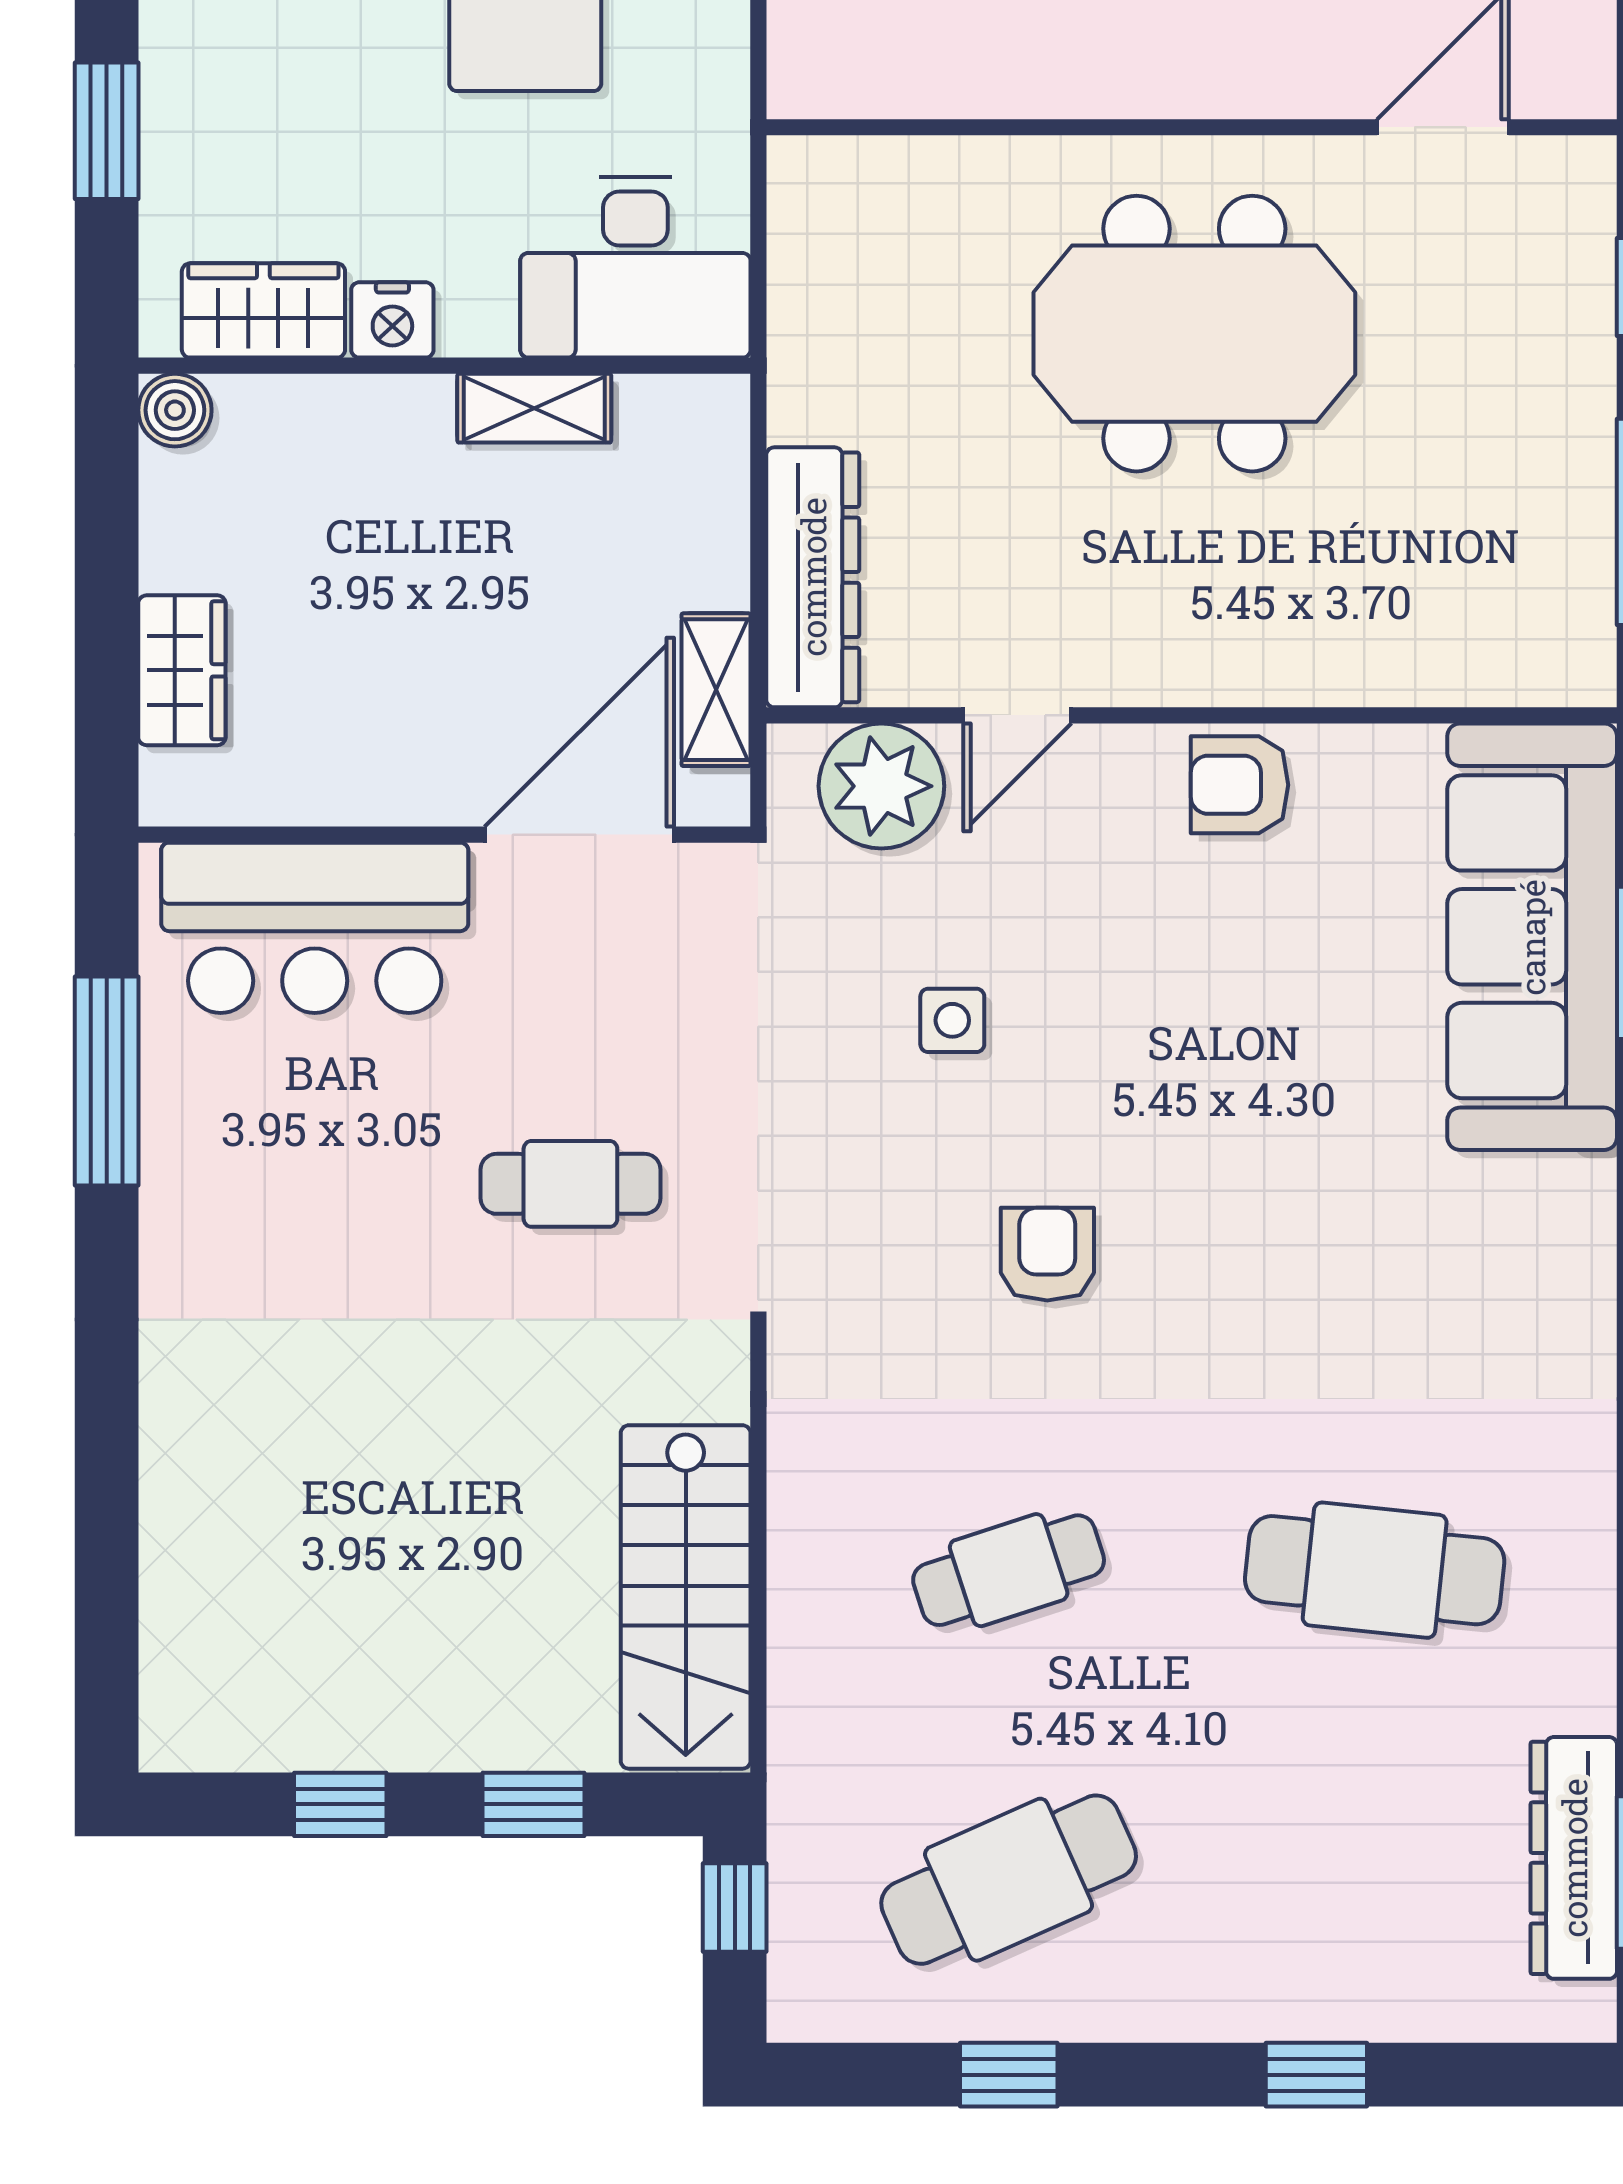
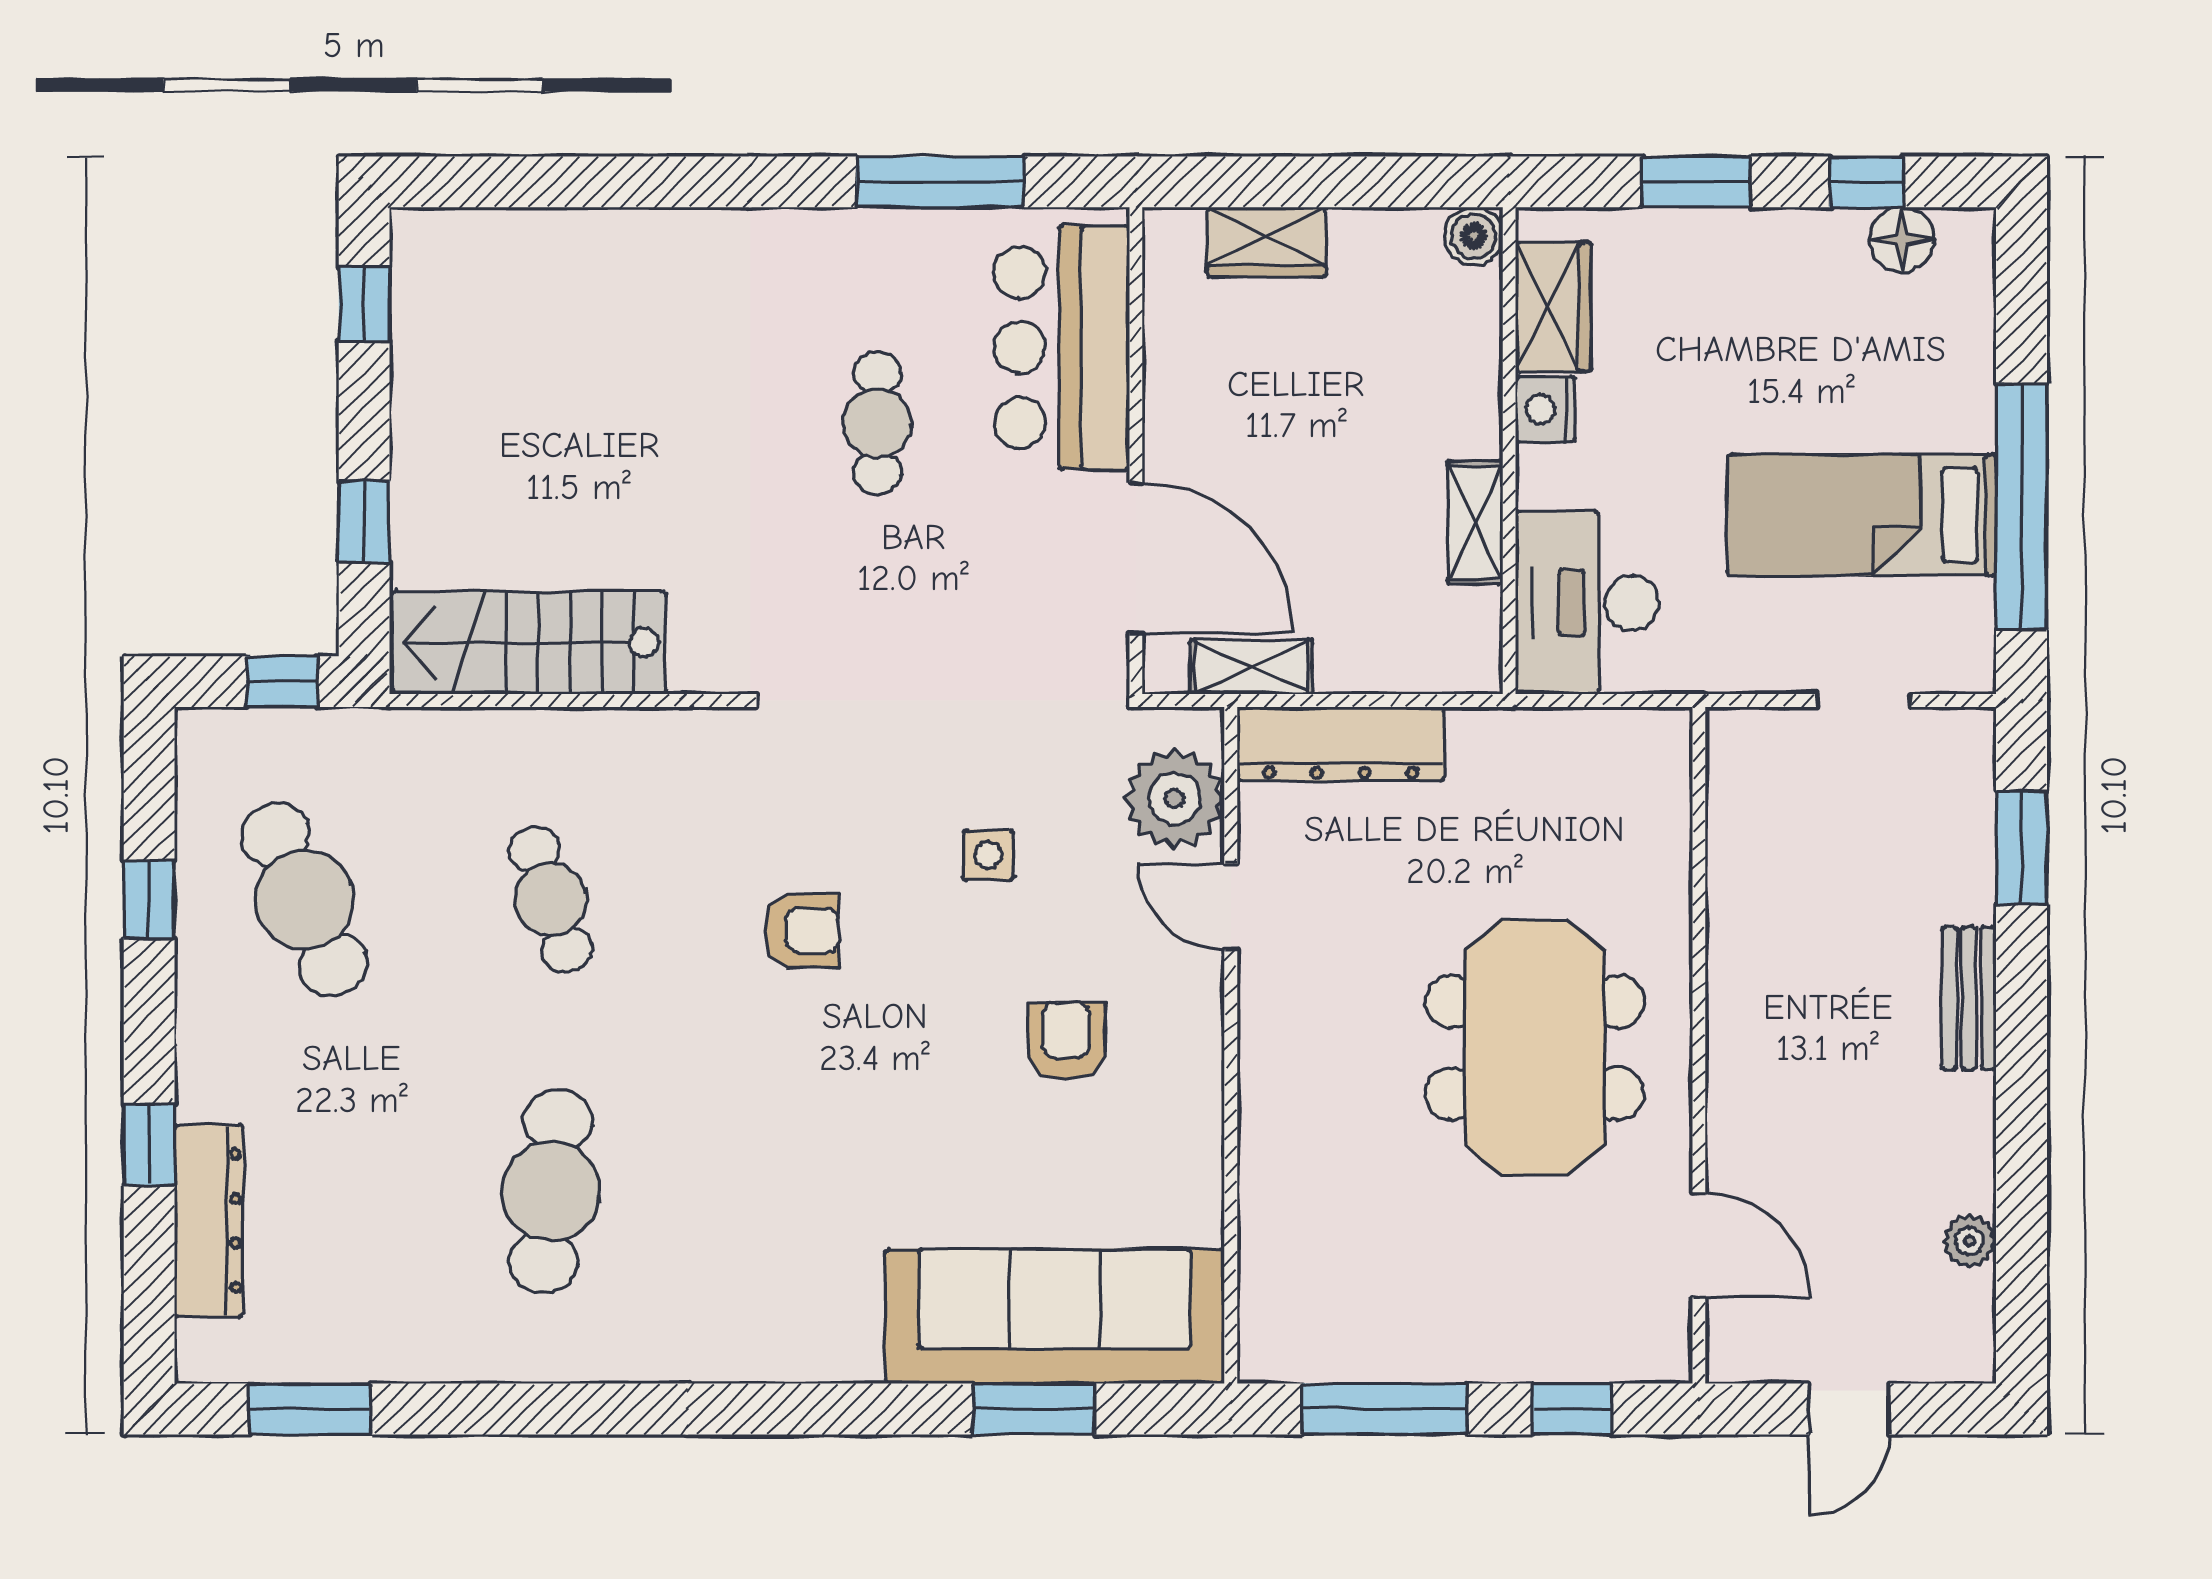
armchair: (1240, 785) -> (1066, 1041), moved
cafe table: (570, 1184) -> (877, 423), moved
window: (340, 1804) -> (364, 304), moved
dresser: (1574, 1858) -> (209, 1221), moved, turned 90

